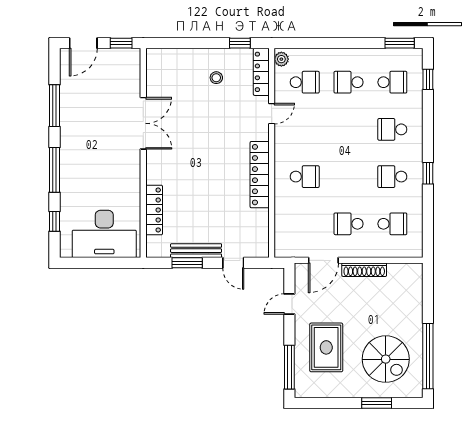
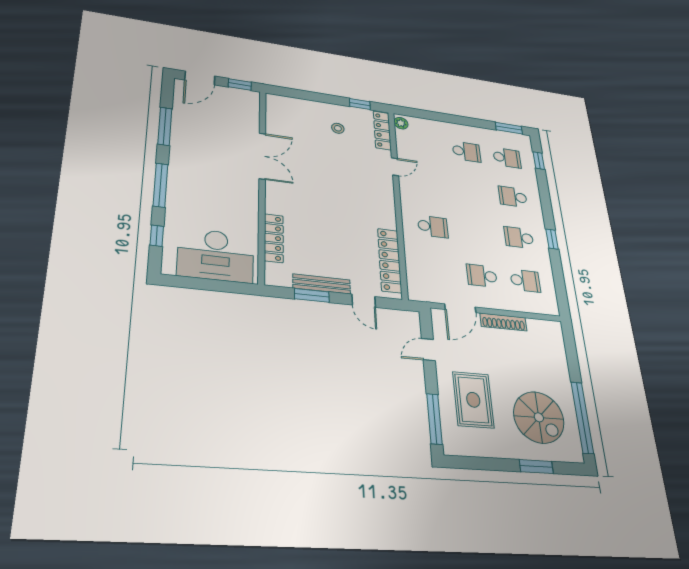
school desk: (305, 82) -> (425, 145), removed
school desk: (349, 82) -> (466, 152), turned 180
locker: (260, 175) -> (390, 260), moved

